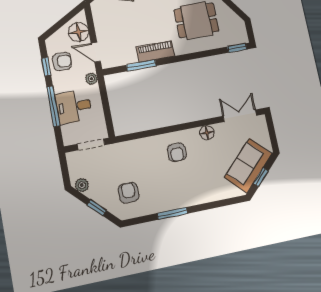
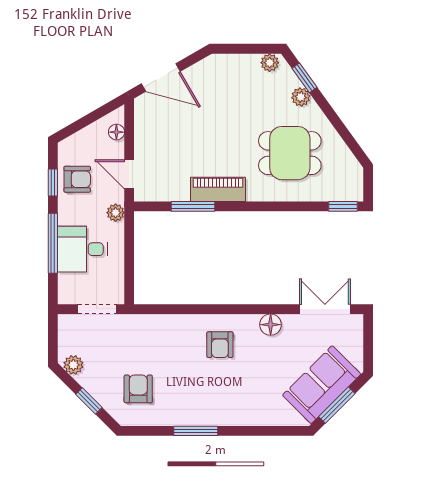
floor lamp: (79, 32) -> (116, 132), width x0.53, depth x0.53
window: (261, 177) -> (337, 405), width x1.50

